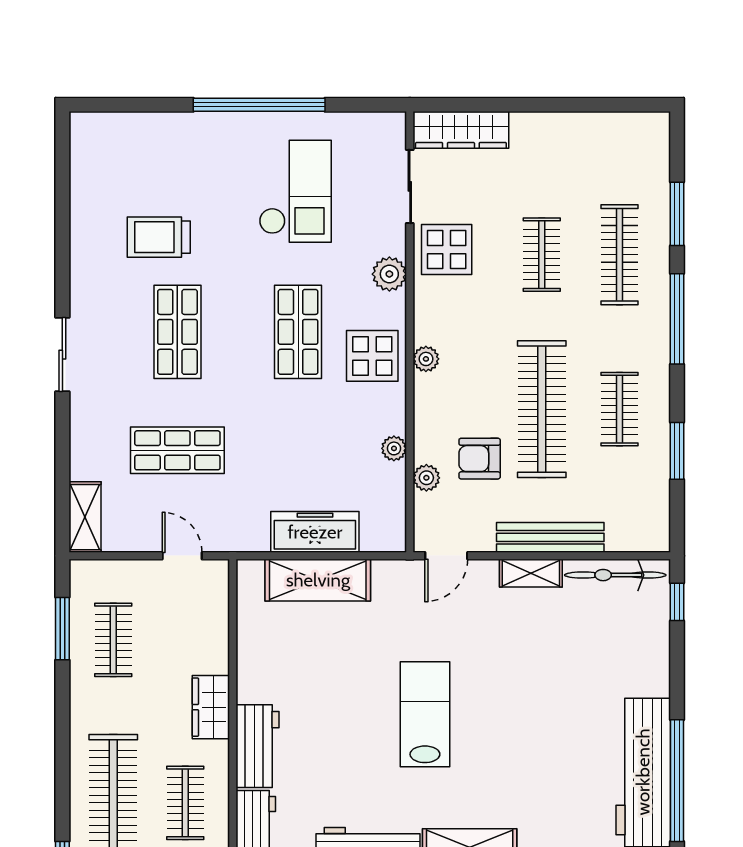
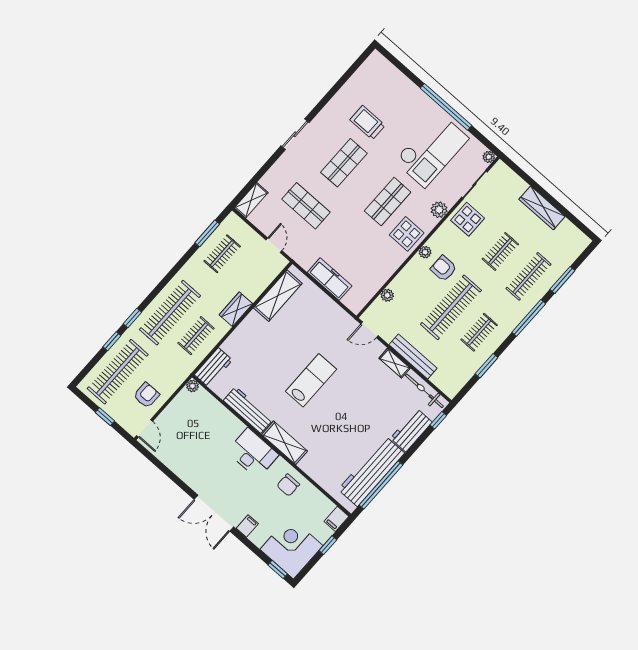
wardrobe: (461, 130) -> (542, 208), moved
checkout: (295, 191) -> (431, 150), width x1.36, depth x1.21
plant: (394, 448) -> (489, 157), moved
armchair: (480, 459) -> (444, 268), moved
shelving: (318, 580) -> (278, 296), moved, turned 90
workbench: (258, 746) -> (411, 430), moved, turned 180

